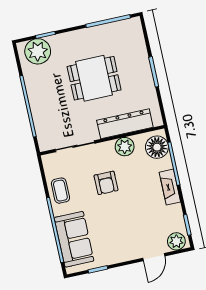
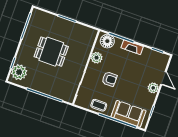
dining table: (94, 78) -> (51, 52), turned 90
dresser: (125, 124) -> (85, 50), removed
plant: (176, 241) -> (153, 88), moved

